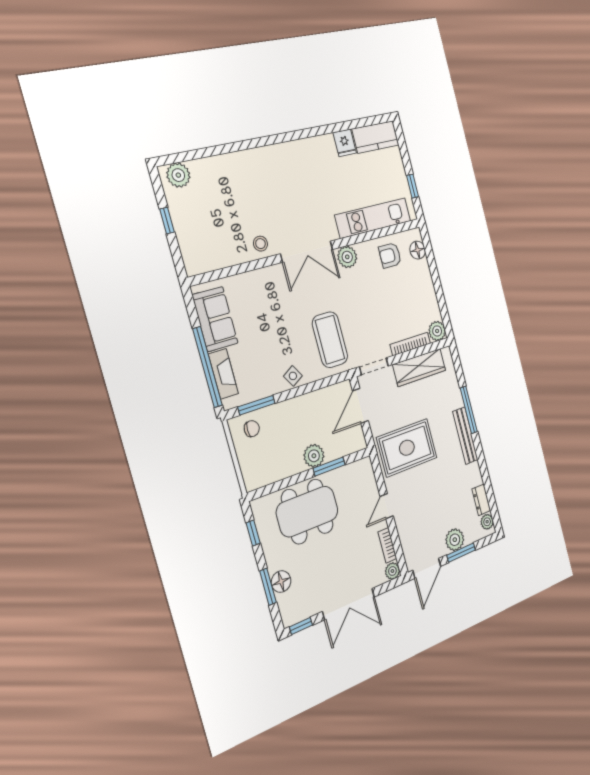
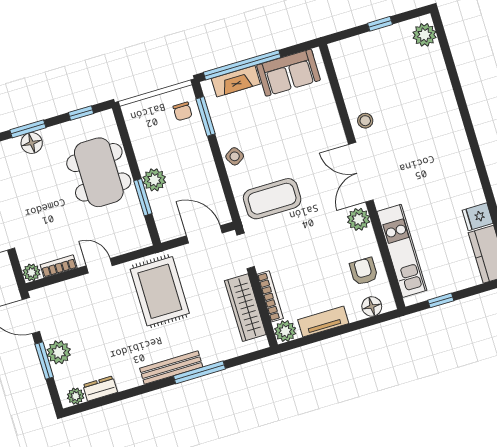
tv unit: (430, 296) -> (323, 322), added

